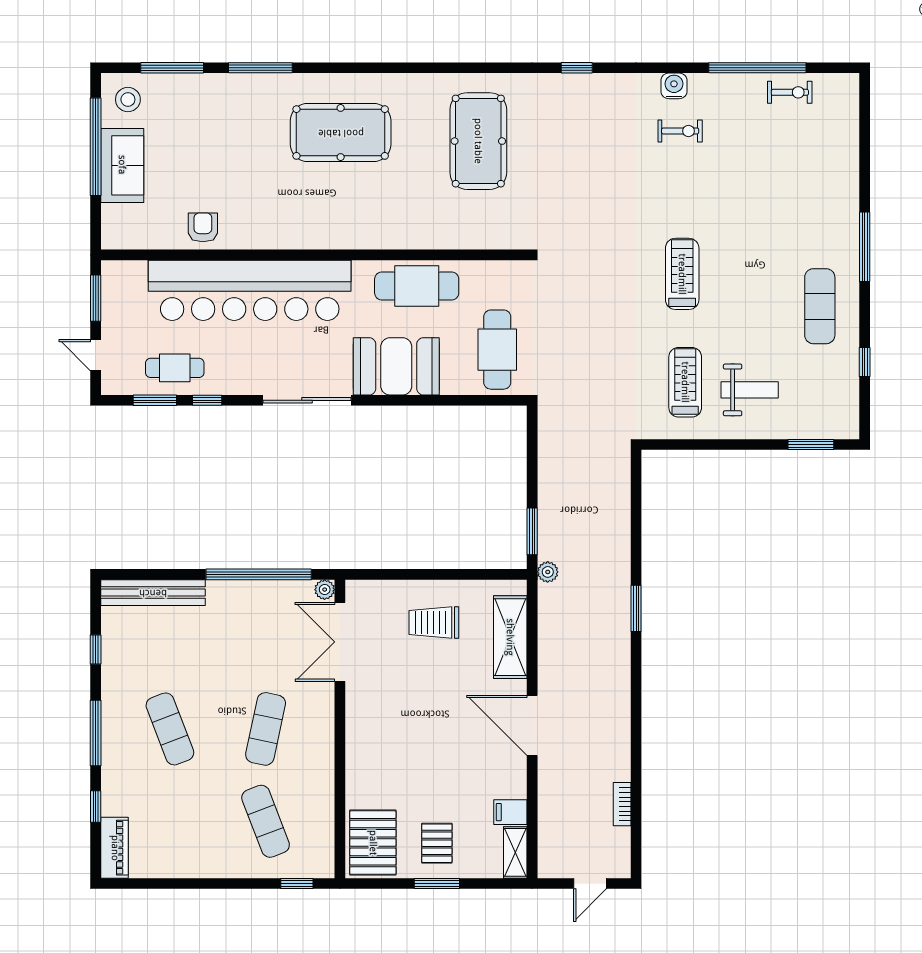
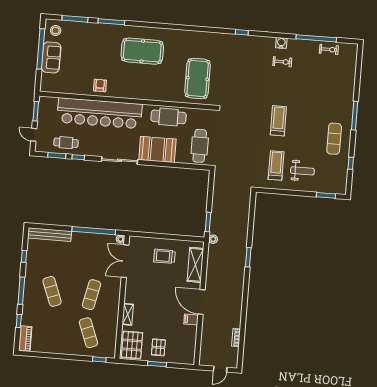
pool table: (478, 141) -> (198, 79), moved
armchair: (203, 227) -> (100, 85), moved
filing cabinet: (510, 812) -> (191, 320), moved
shelving: (515, 852) -> (128, 314), moved

